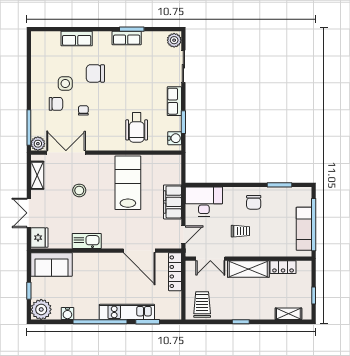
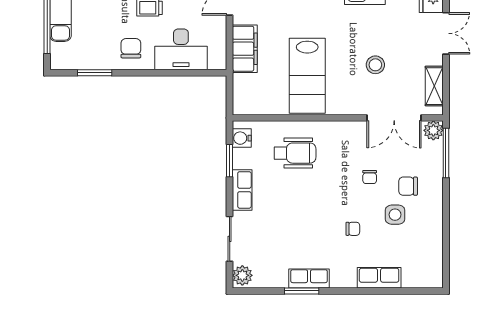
chair: (95, 73) -> (353, 229), width x0.54, depth x0.54
wheelchair: (137, 128) -> (295, 153), turned 90
desk: (204, 201) -> (181, 49), moved

